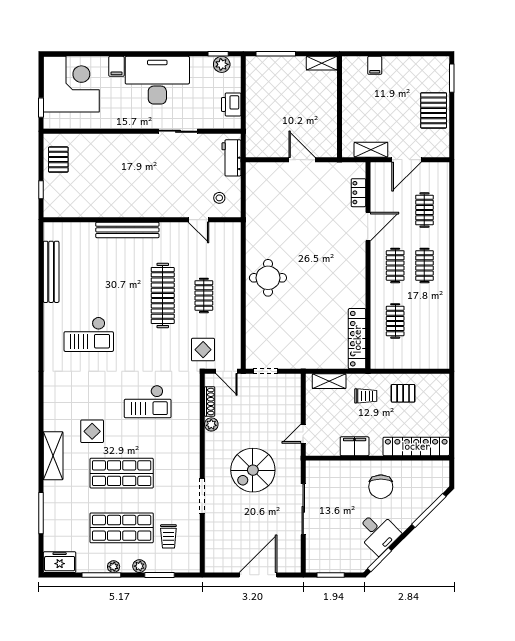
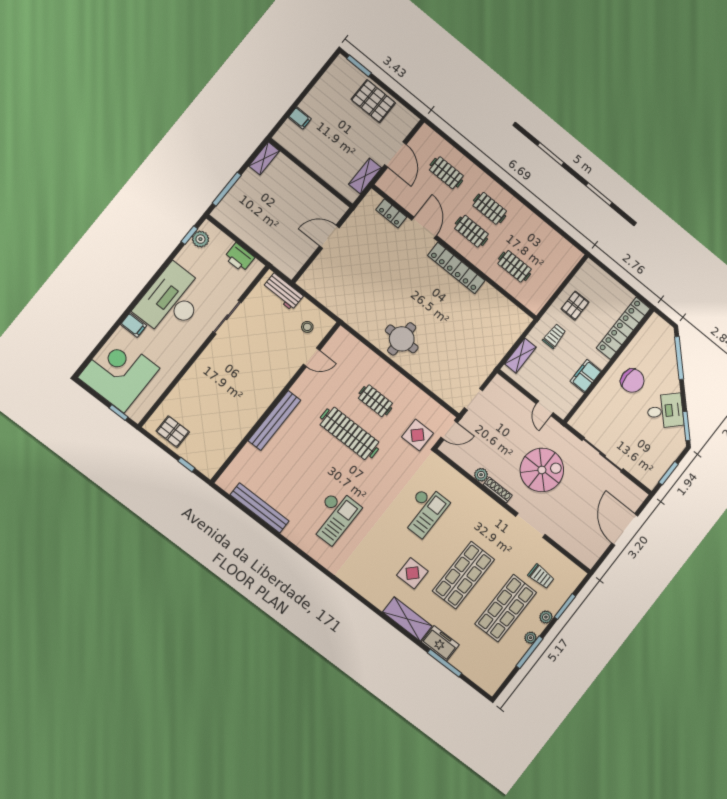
locker: (357, 339) -> (456, 268), moved
shoe rack: (210, 402) -> (498, 490), moved
spiral stairs: (253, 470) -> (542, 470), turned -90
freezer: (60, 562) -> (440, 643), moved, turned 90

